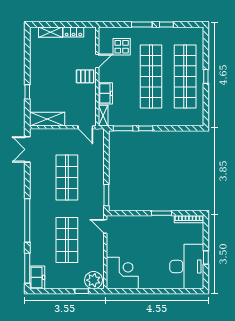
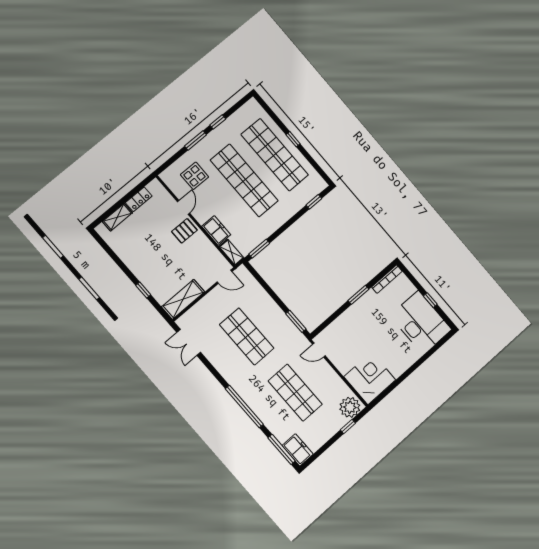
window: (146, 128) -> (314, 202), moved

